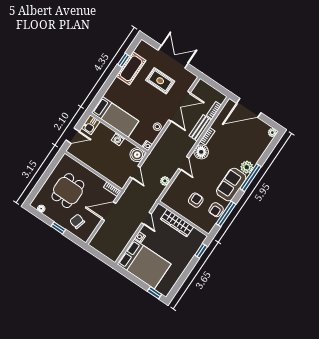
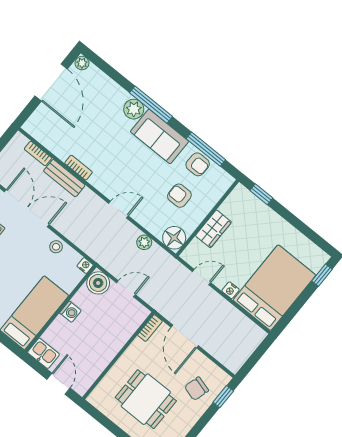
door: (249, 108) -> (51, 82), moved
floor lamp: (201, 152) -> (174, 238), moved
wardrobe: (177, 223) -> (213, 229), width x0.67
window: (58, 228) -> (223, 397), moved

